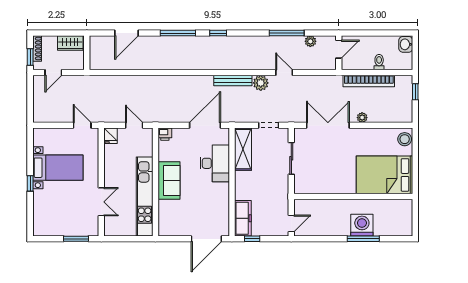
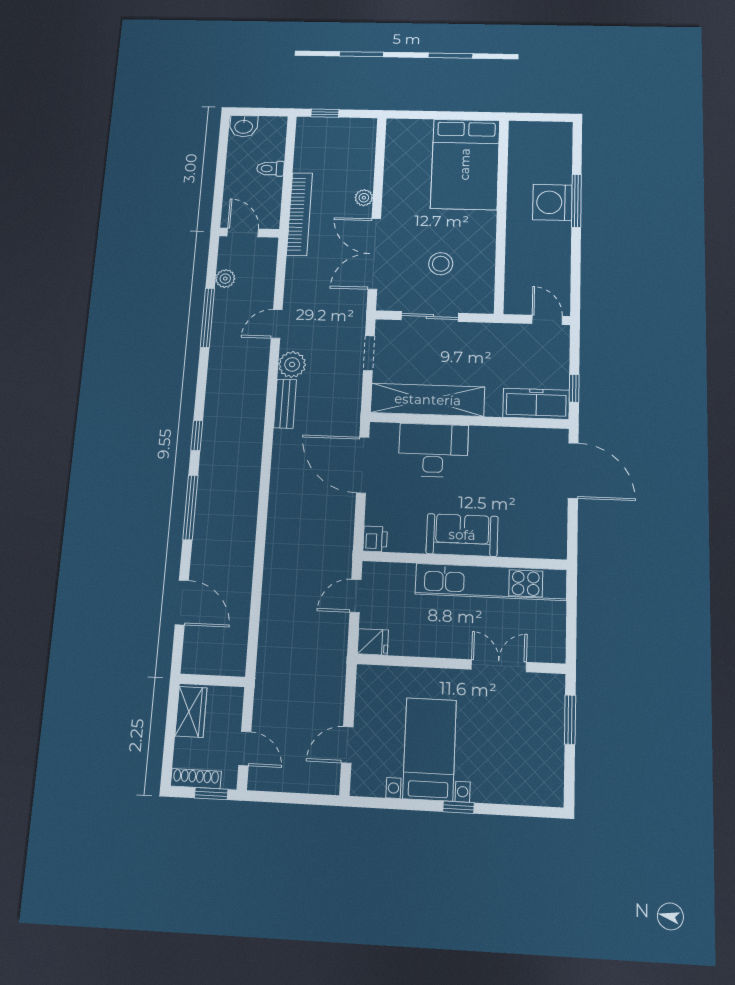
bench: (233, 81) -> (285, 404), width x0.73
bookcase: (369, 81) -> (300, 214), moved
door: (82, 125) -> (347, 745), moved
stool: (405, 139) -> (441, 264), moved
shelving: (243, 149) -> (428, 400), width x1.47

